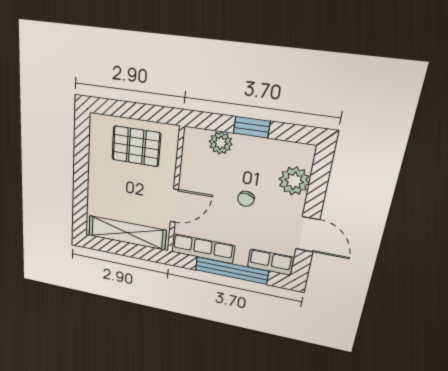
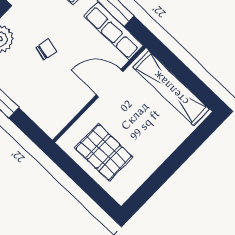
plant: (221, 143) -> (34, 107), removed

